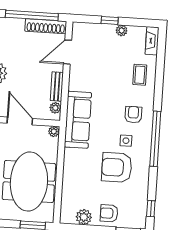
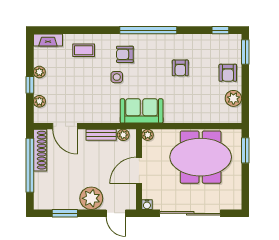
plant: (93, 29) -> (39, 101), added
sofa: (78, 120) -> (142, 111), width x0.73
side table: (126, 141) -> (117, 77), moved
armchair: (117, 167) -> (180, 68), width x0.53, depth x0.53

